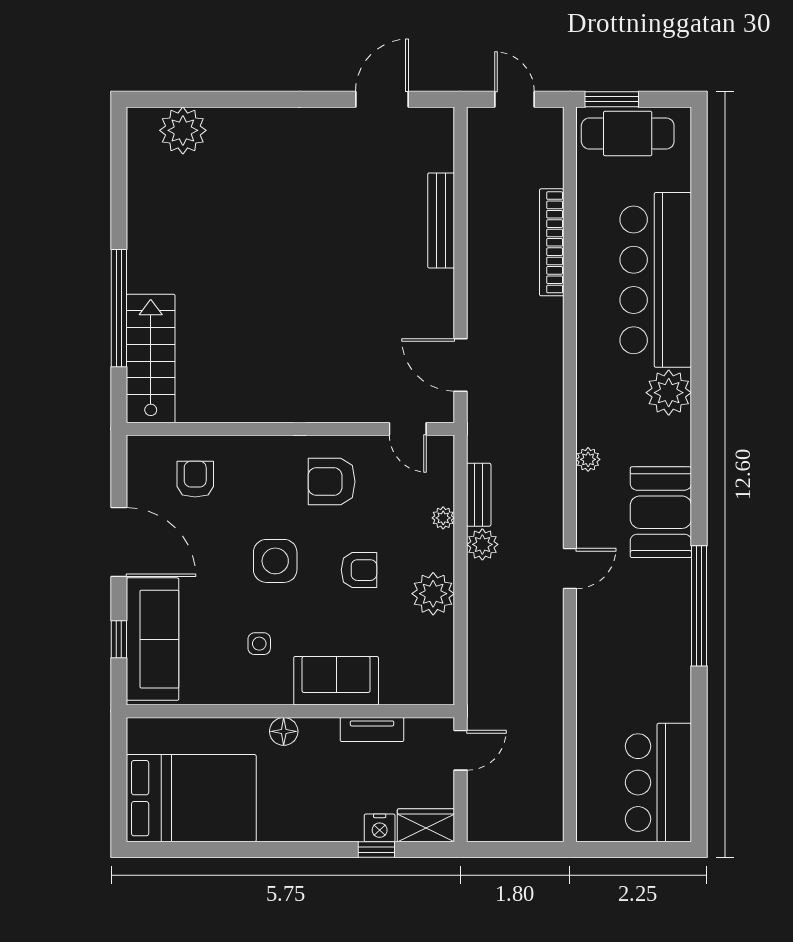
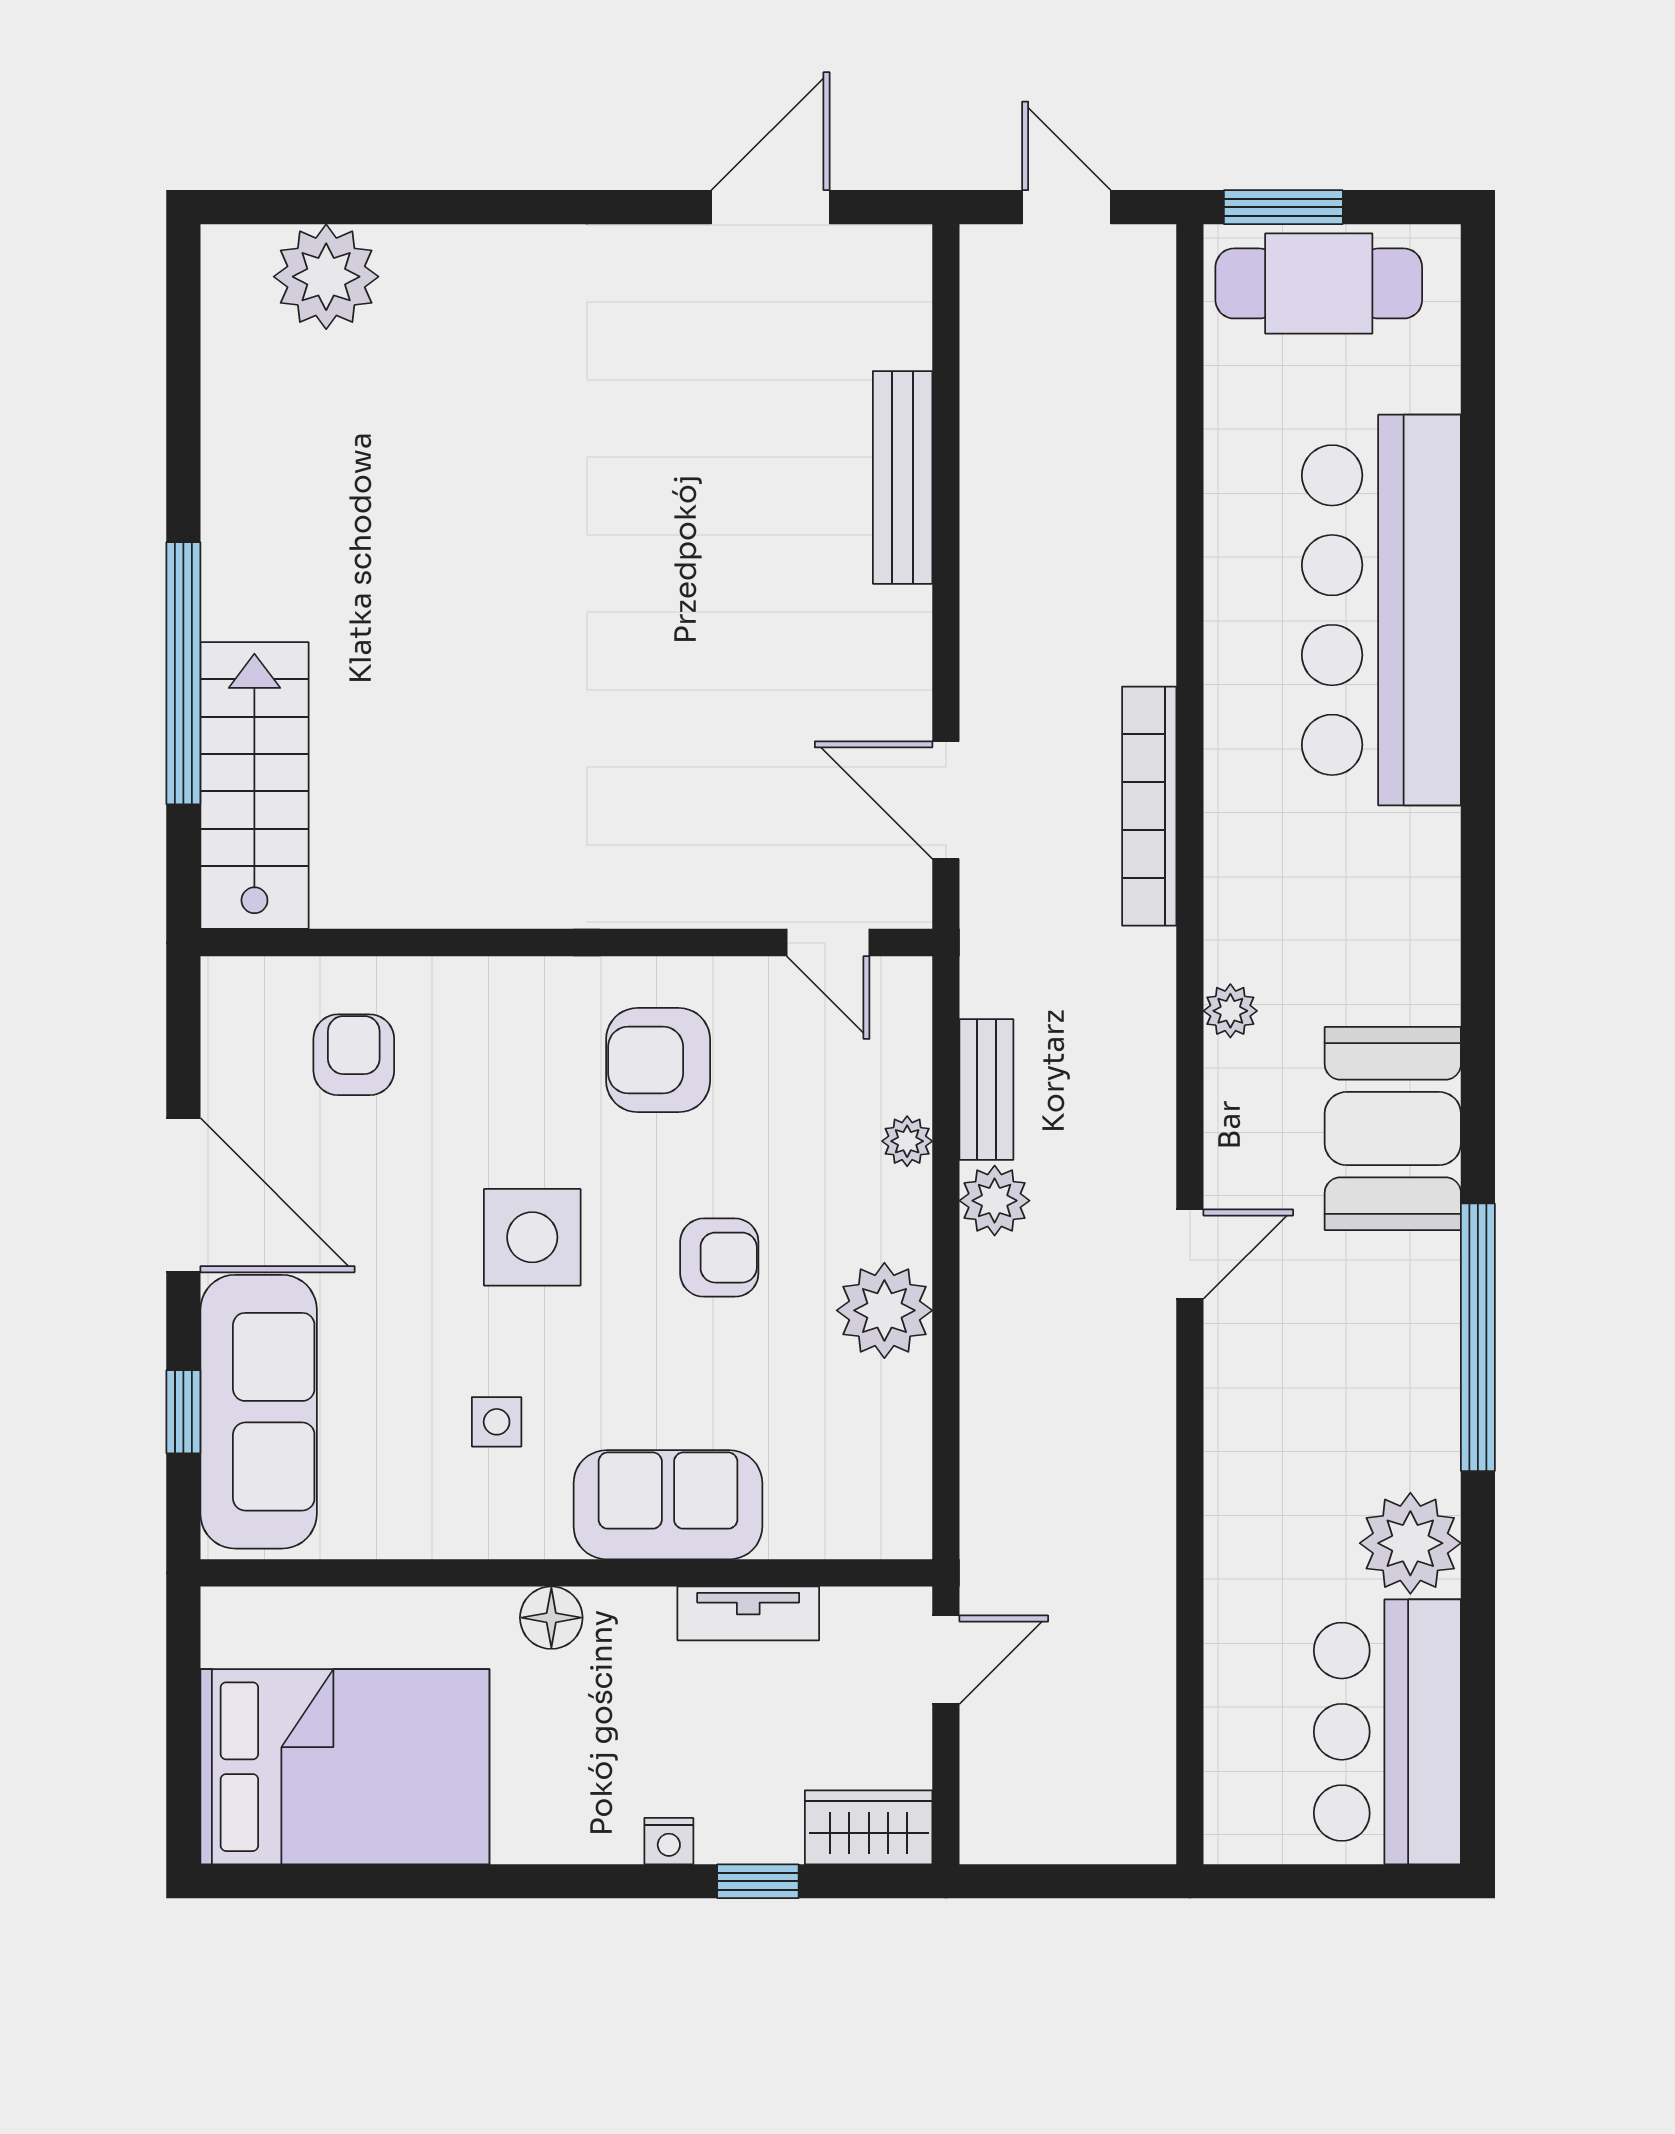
bookcase: (552, 242) -> (1149, 806), moved
plant: (669, 393) -> (1410, 1543), moved
nightstand: (380, 828) -> (669, 1841), moved, width x0.72, depth x0.74

